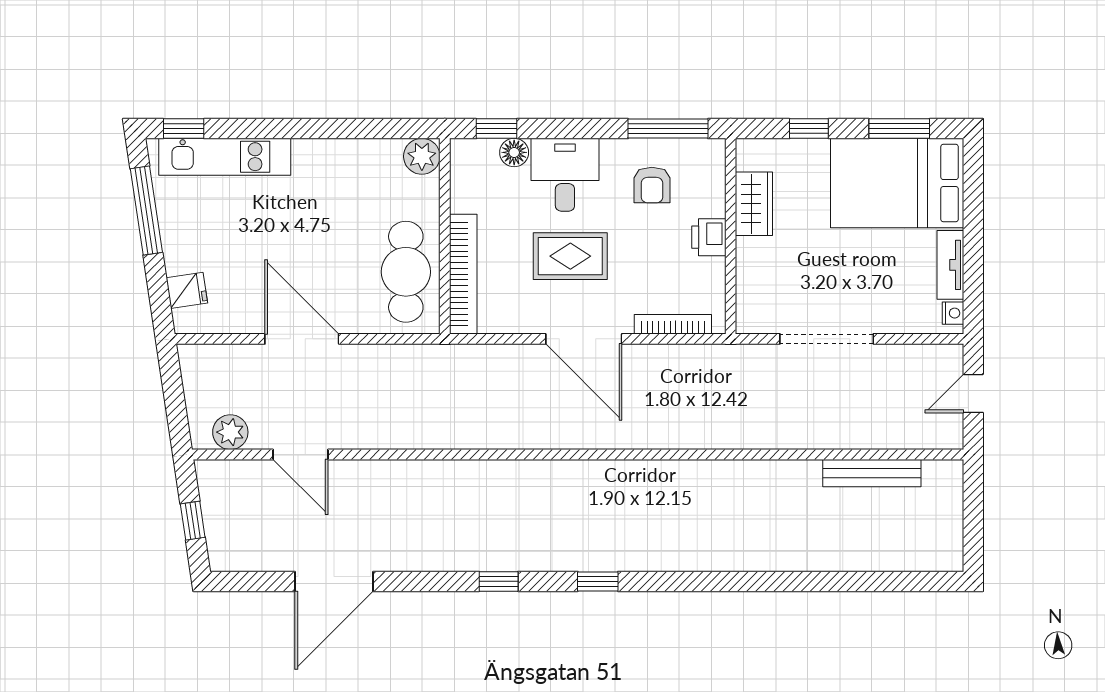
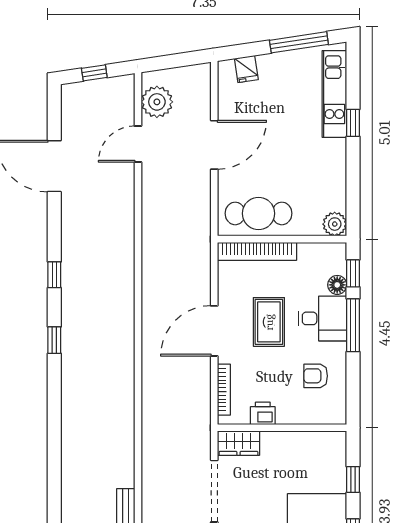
window: (184, 129) -> (353, 123), moved
window: (668, 129) -> (353, 325), moved
wardrobe: (754, 204) -> (238, 443), moved
printer: (709, 237) -> (263, 413), moved
plant: (230, 432) -> (157, 102), width x1.36, depth x1.36

